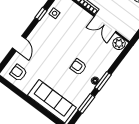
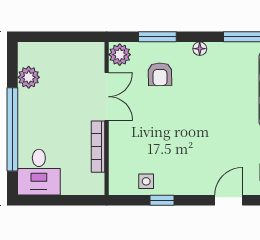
armchair: (78, 67) -> (160, 74), moved
window: (103, 81) -> (157, 37), moved

